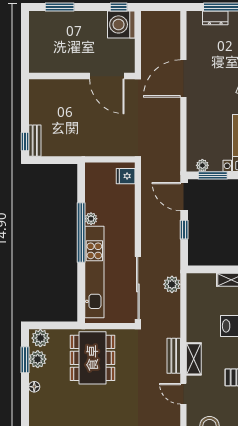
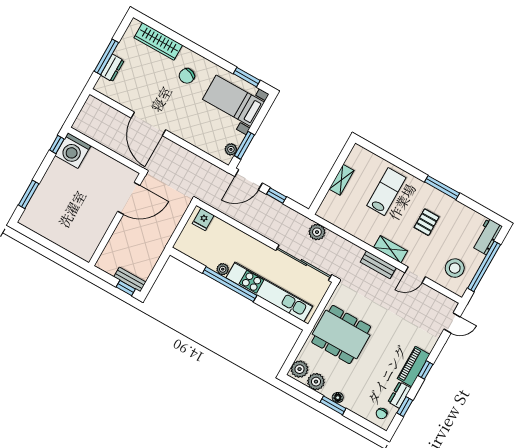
wall: (82, 76) -> (117, 220), moved
door: (107, 76) -> (129, 198), moved
window: (25, 360) -> (333, 405), moved

